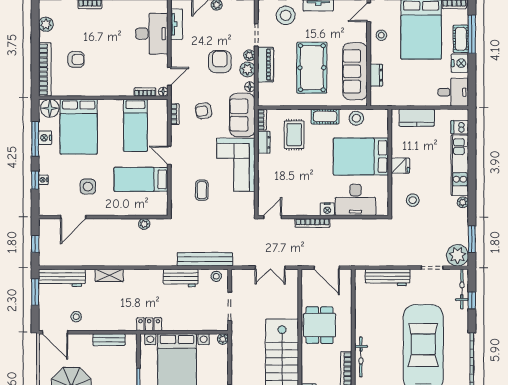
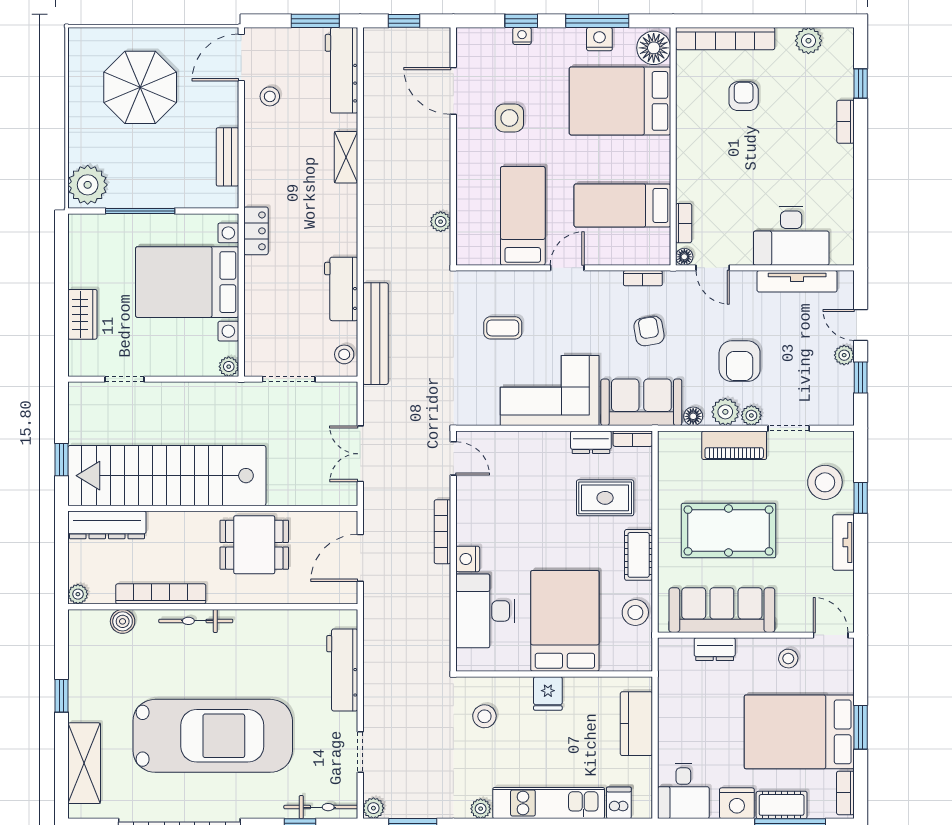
tv unit: (177, 24) -> (797, 281), width x1.41
armchair: (76, 59) -> (744, 96), turned 180
armchair: (220, 62) -> (740, 361), turned 90
plant: (457, 255) -> (373, 808), width x0.53, depth x0.53

